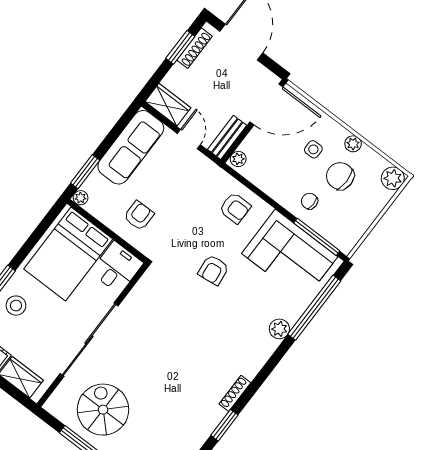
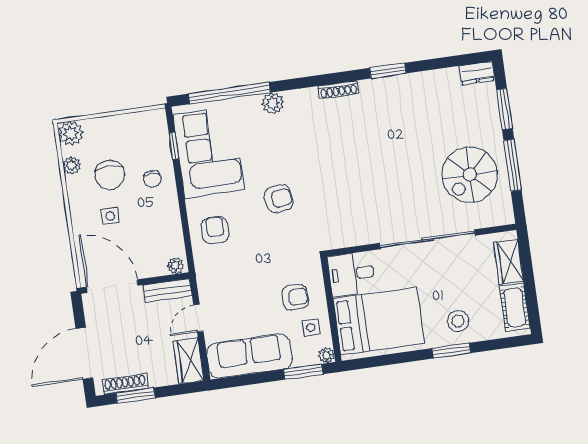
plant: (353, 144) -> (72, 165), moved
side table: (109, 206) -> (311, 328), added
armchair: (139, 216) -> (295, 297), turned 180
window: (317, 237) -> (174, 146), width x0.46
shoe rack: (235, 393) -> (338, 90), moved

